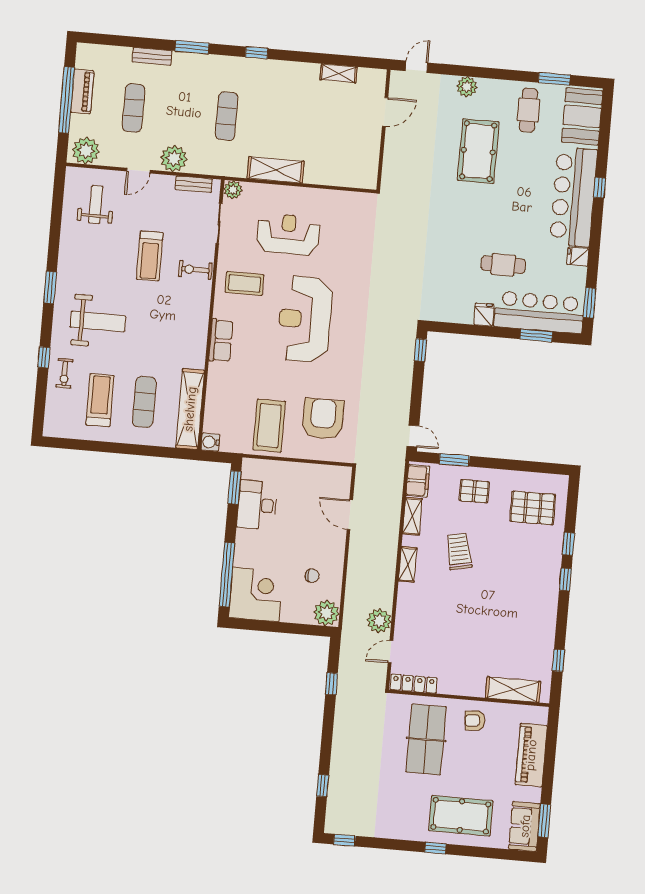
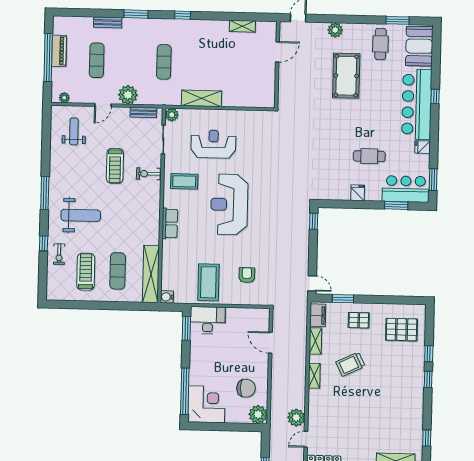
plant: (86, 151) -> (64, 98), width x0.53, depth x0.53
window: (50, 287) -> (45, 193), width x1.44
bar counter: (539, 312) -> (406, 189), width x0.73
armchair: (323, 419) -> (247, 275), width x0.53, depth x0.53
desk: (257, 505) -> (208, 320), moved, turned 90
trolley: (459, 551) -> (350, 364), turned -104
chair: (312, 576) -> (246, 388), width x1.87, depth x1.87

